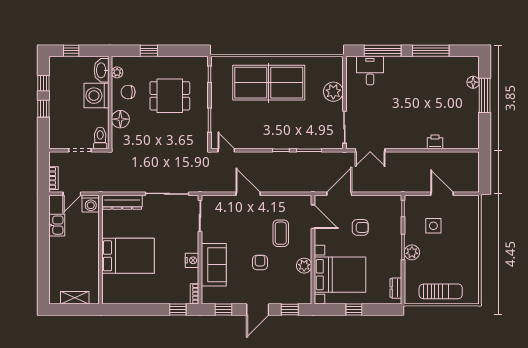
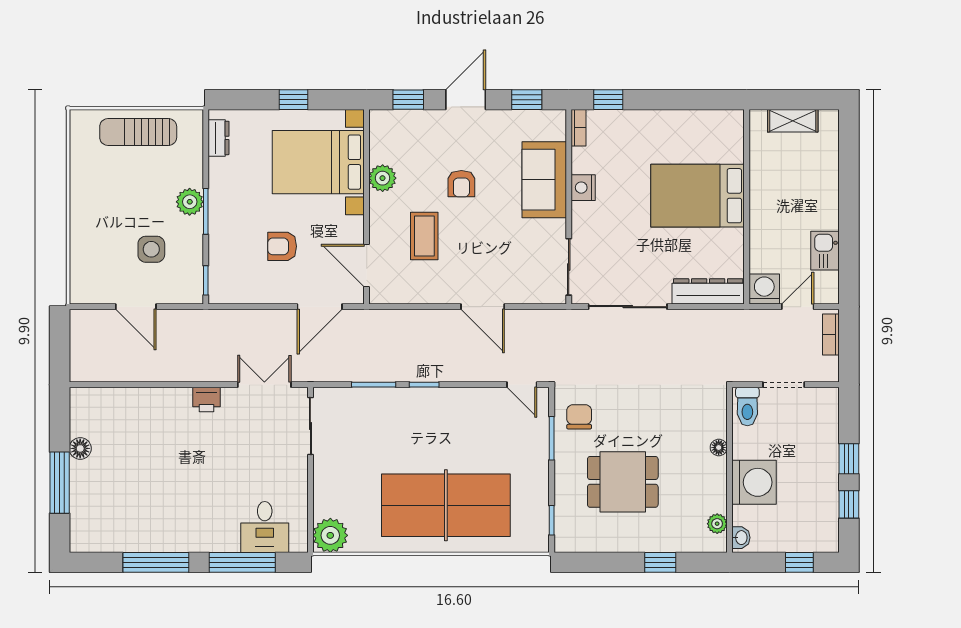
washbasin: (102, 70) -> (741, 538), width x0.52, depth x0.69
floor lamp: (473, 82) -> (80, 448), moved
chair: (128, 92) -> (579, 417), moved, turned -90
plant: (333, 92) -> (330, 535), moved
floor lamp: (120, 119) -> (719, 448), width x0.53, depth x0.53
printer: (435, 142) -> (207, 399), moved

